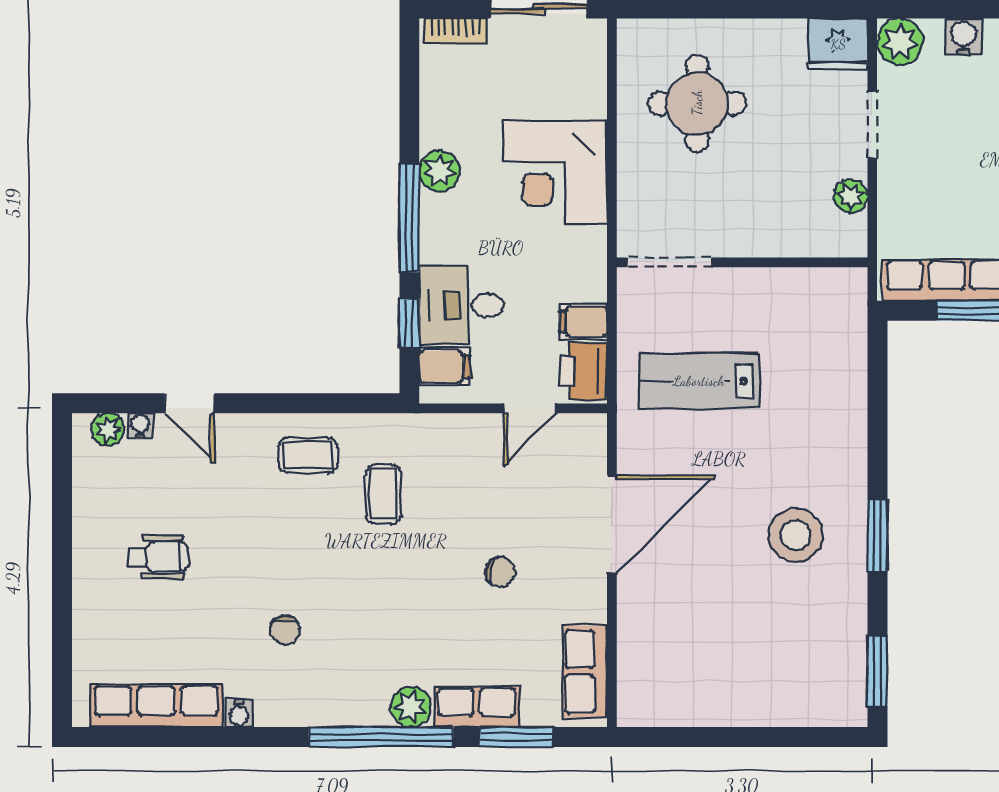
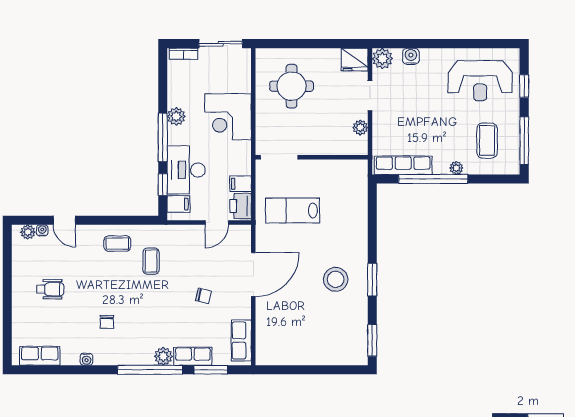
desk: (462, 305) -> (186, 170), width x1.37
row of seats: (156, 706) -> (40, 356), width x0.68

